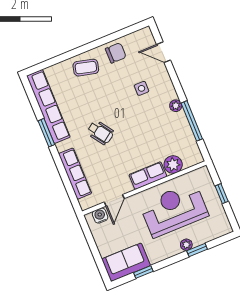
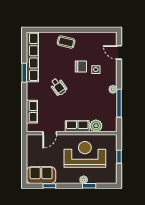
chair: (116, 53) -> (81, 67), moved
row of seats: (75, 174) -> (32, 112), width x0.68
water cooler: (100, 216) -> (37, 139), removed

